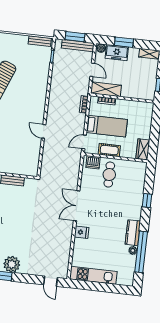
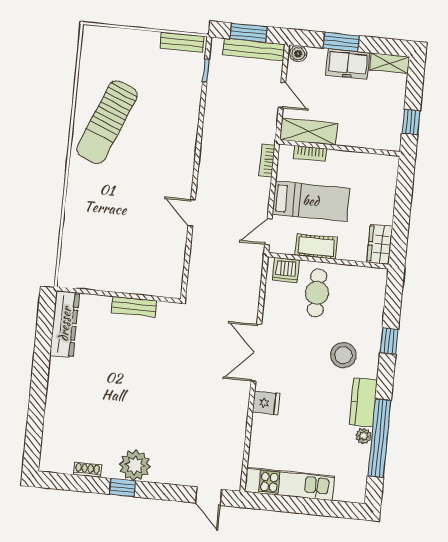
freezer: (117, 53) -> (348, 64), moved
stool: (123, 208) -> (343, 355), added

